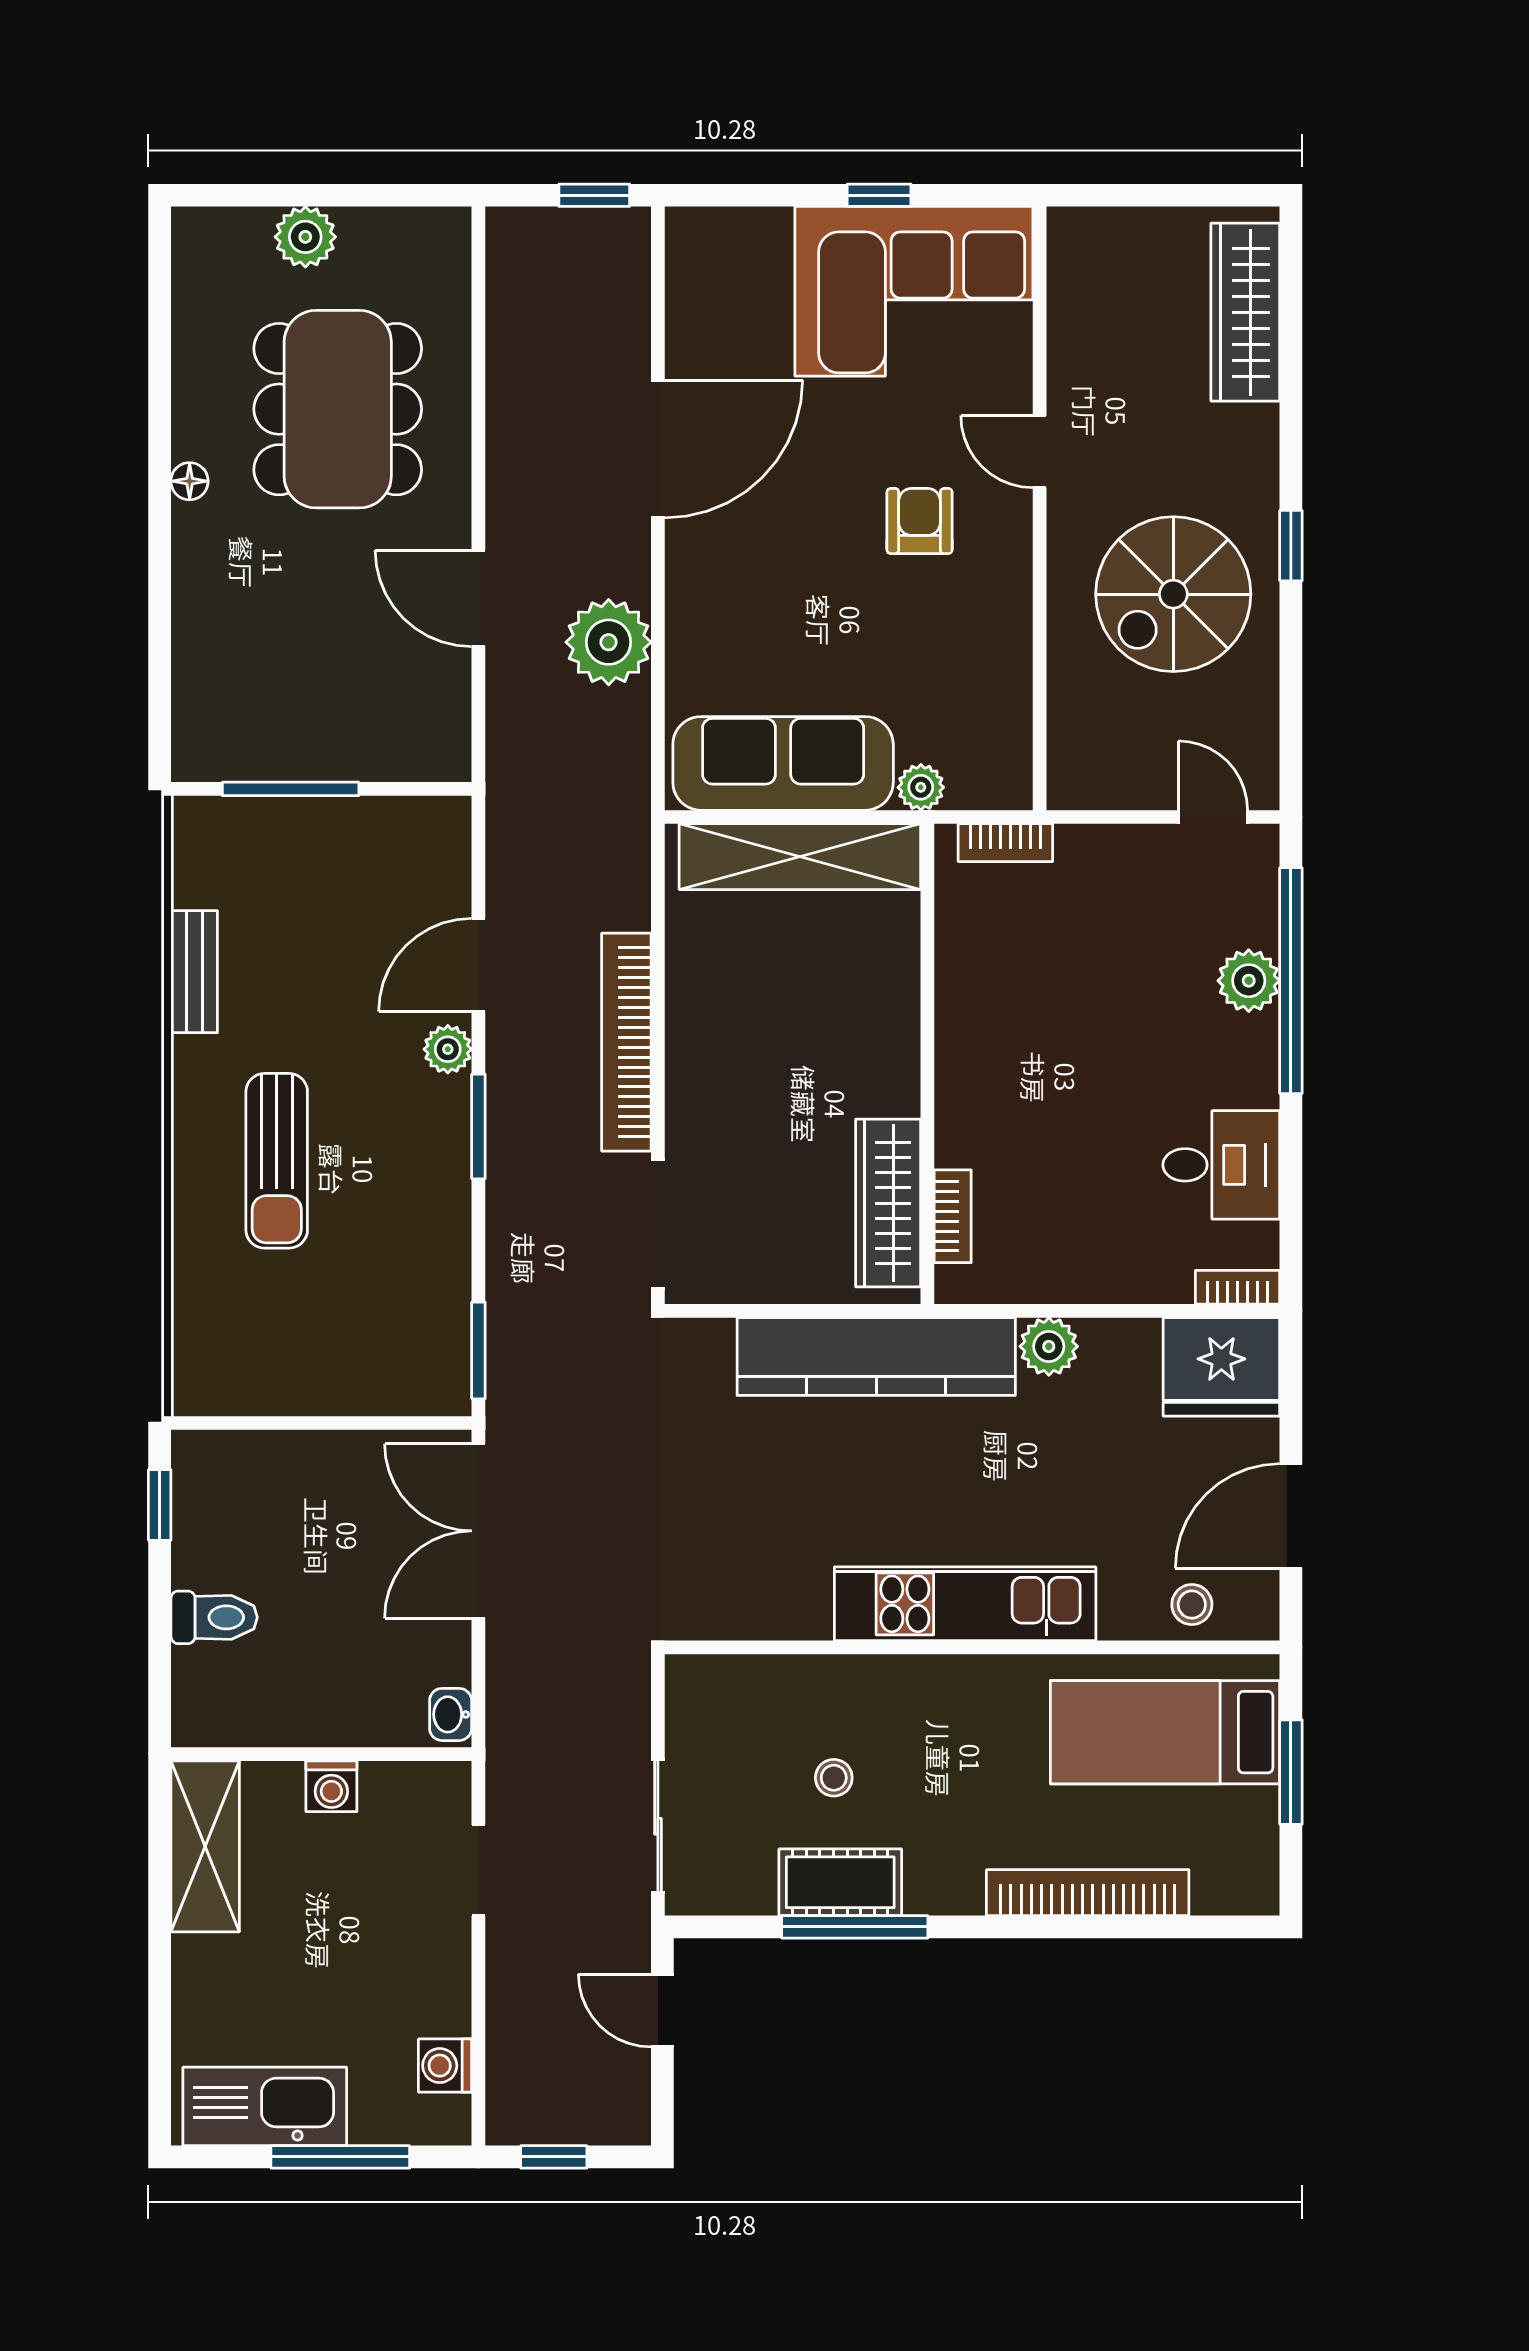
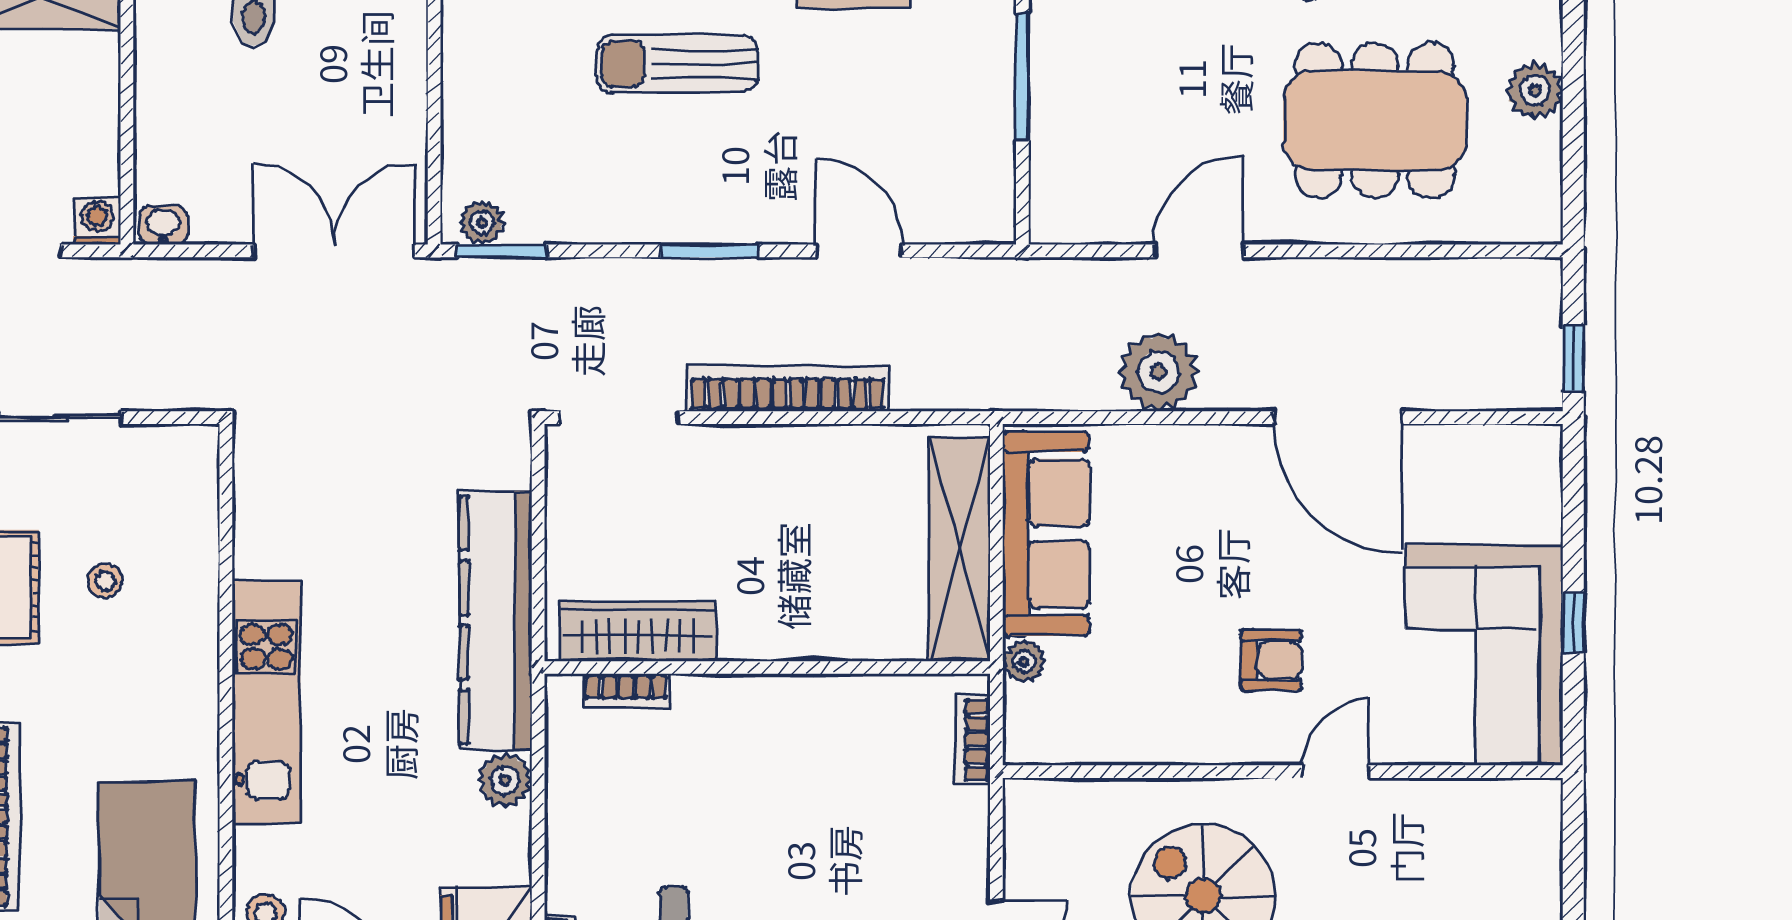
plant: (448, 1049) -> (482, 223), moved
washing machine: (331, 1786) -> (97, 221), moved, turned 90

